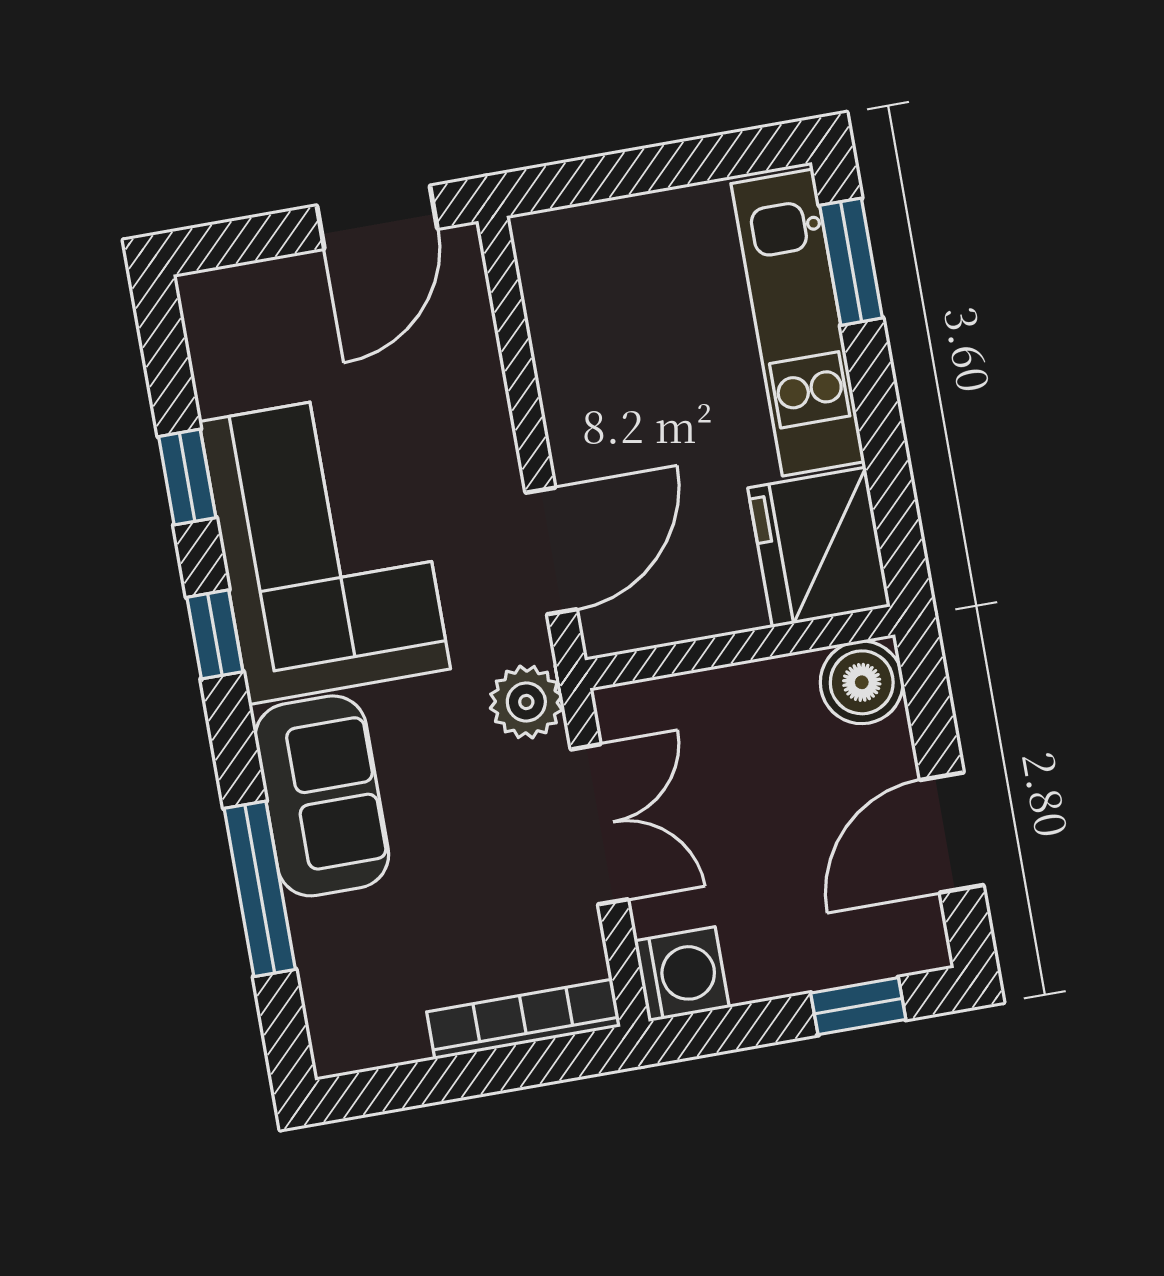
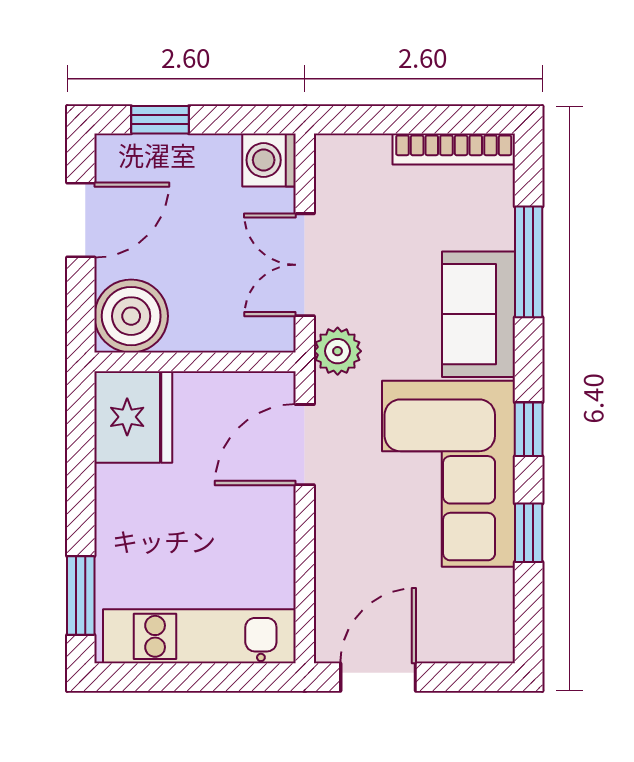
kitchen unit: (798, 323) -> (199, 636), moved, turned -90
boiler: (862, 682) -> (131, 316), width x1.37, depth x1.37
bookcase: (524, 1019) -> (454, 149), moved

